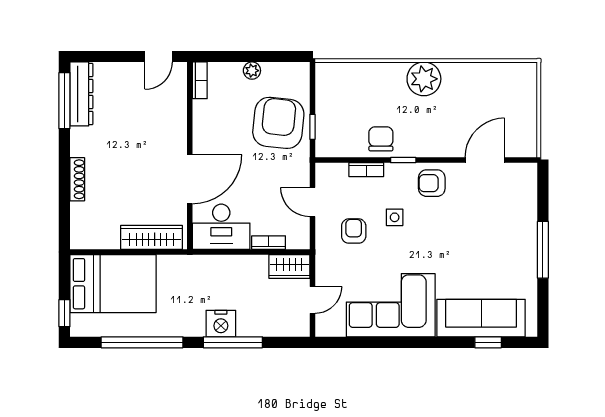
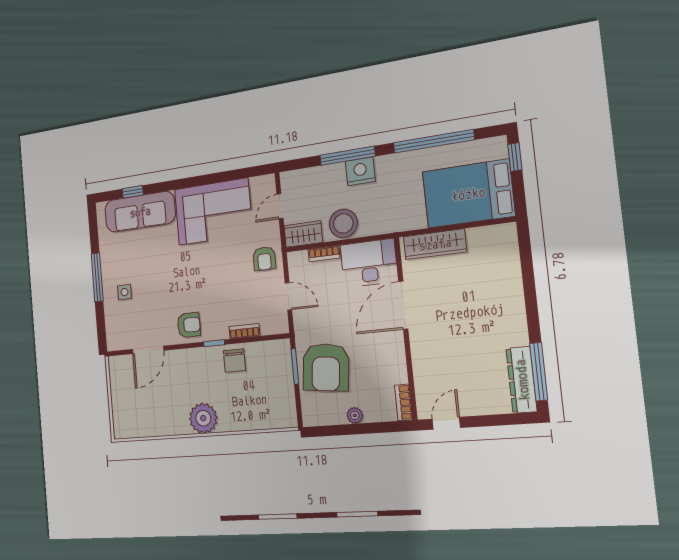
window: (312, 127) -> (295, 366), width x1.50
shoe rack: (77, 179) -> (516, 293), removed
side table: (395, 217) -> (124, 292), moved
armchair: (354, 231) -> (264, 259), moved
stool: (244, 272) -> (343, 223), added

